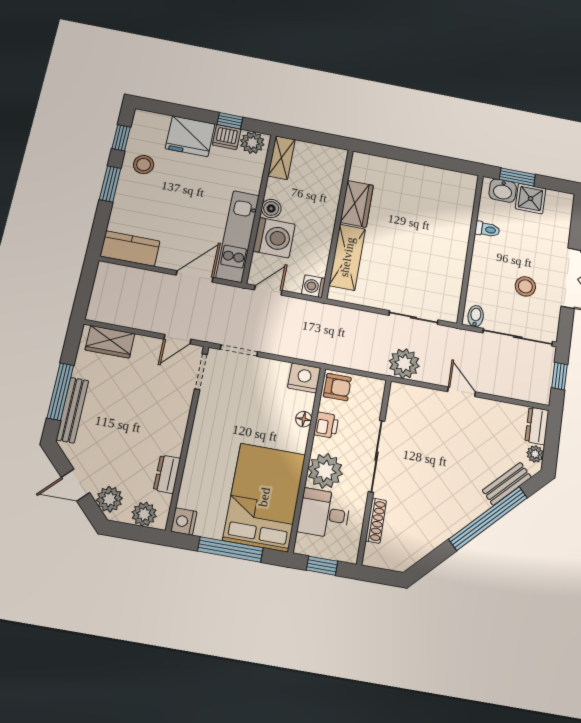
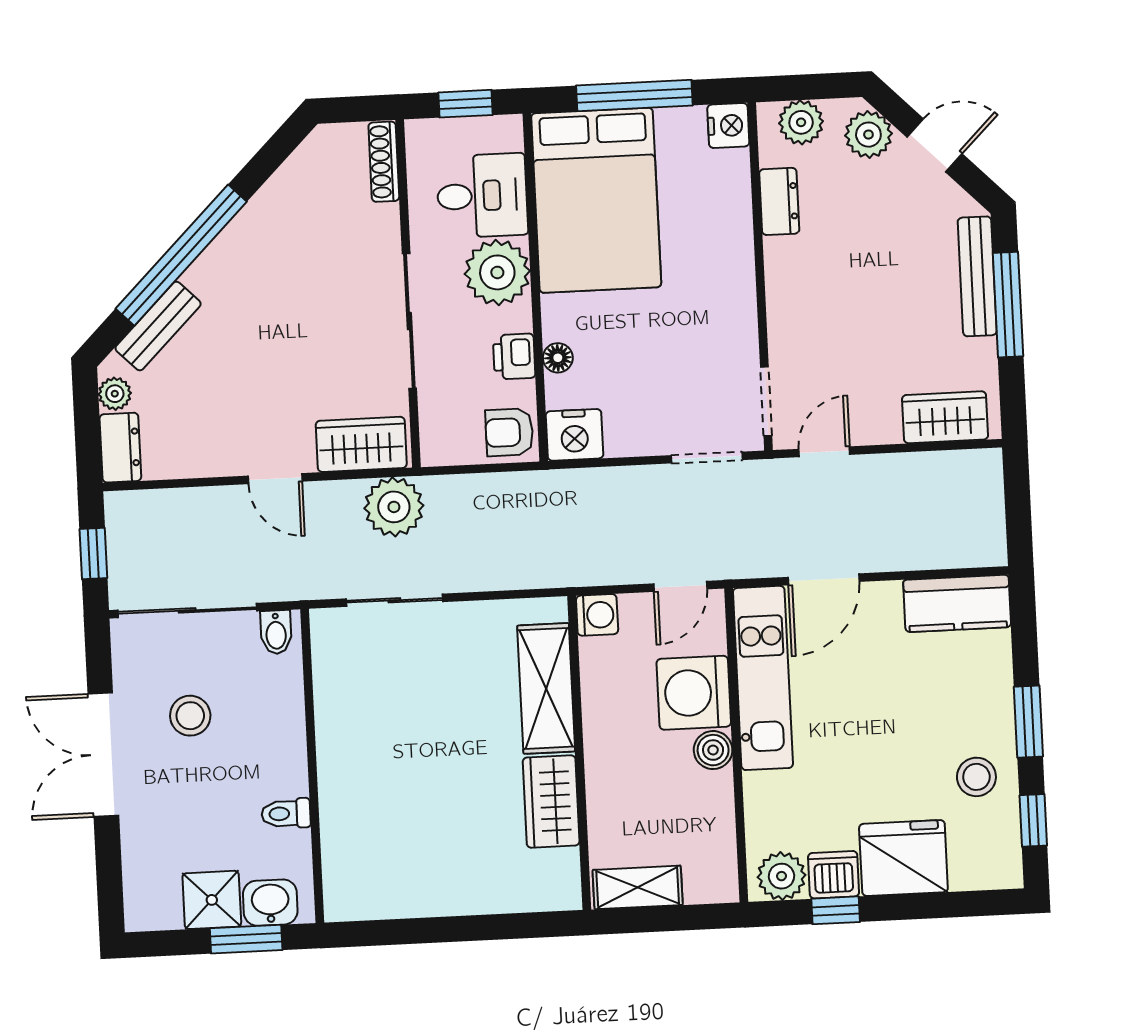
shelving: (281, 158) -> (638, 887), moved, turned 90
wardrobe: (414, 399) -> (361, 444), added
shoe rack: (376, 521) -> (384, 162), moved

